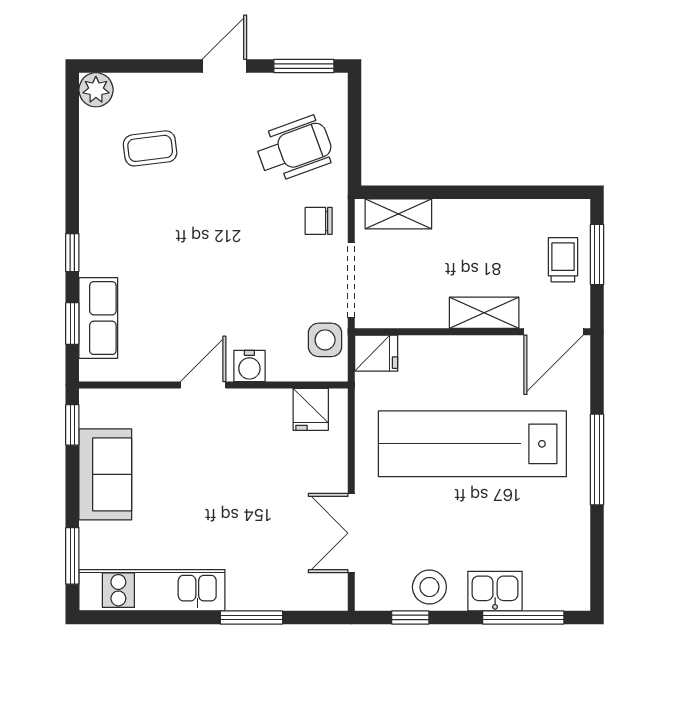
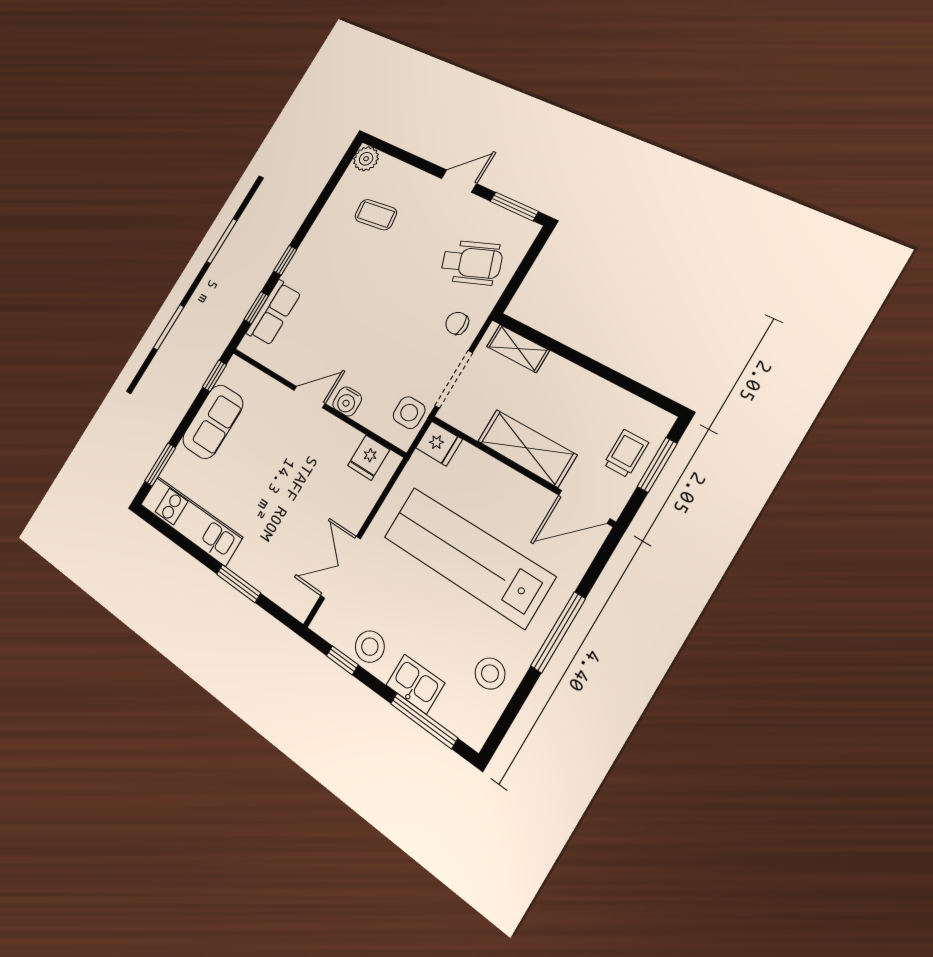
shelving: (484, 313) -> (527, 448), width x1.50, depth x1.33
stool: (558, 536) -> (490, 673), added

